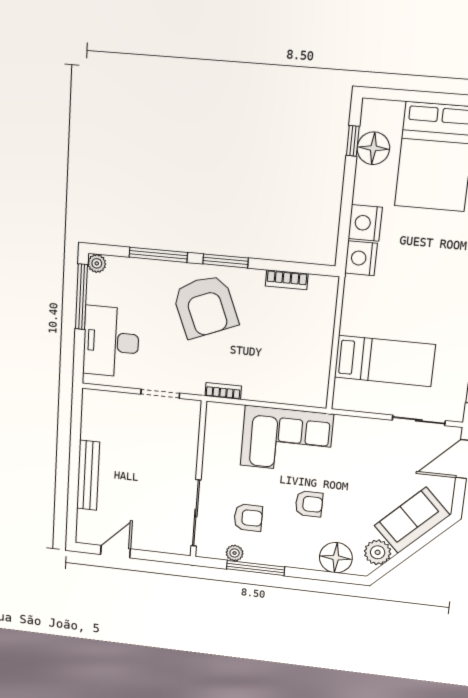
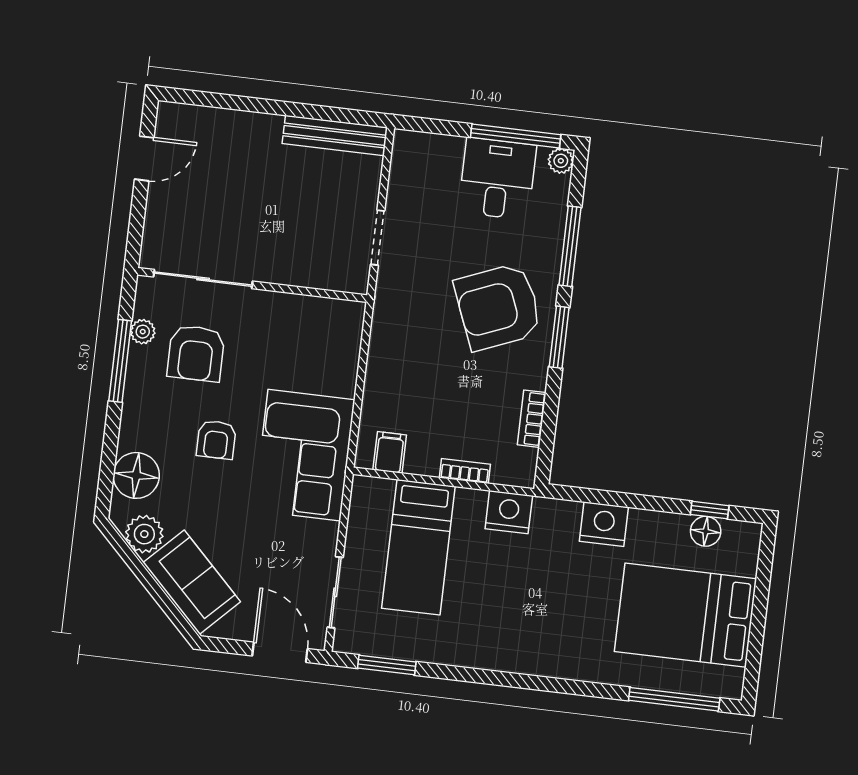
floor lamp: (373, 148) -> (706, 531), width x0.73, depth x0.73
nightstand: (361, 258) -> (509, 512), moved
desk: (111, 342) -> (497, 179), moved, width x0.73
filing cabinet: (315, 383) -> (390, 452), added
bookcase: (223, 391) -> (465, 471), moved, turned -90
corner sofa: (287, 440) -> (304, 455), moved
bench: (88, 475) -> (335, 135), moved
armchair: (248, 518) -> (196, 353), width x1.38, depth x1.38
door: (116, 552) -> (144, 158), hinge flipped

